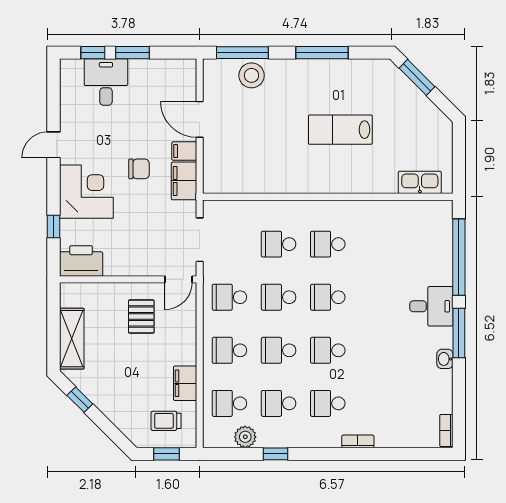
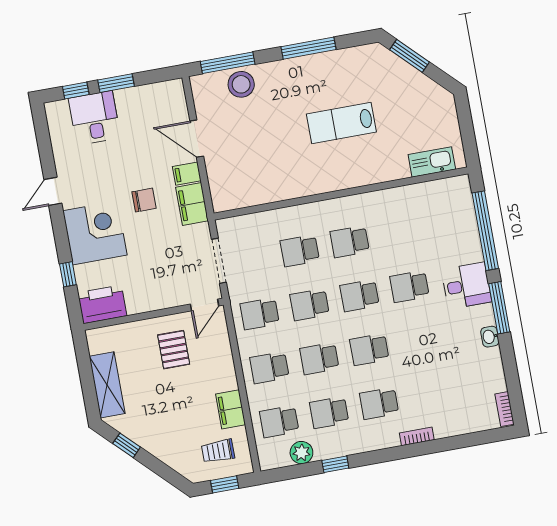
school desk: (377, 297) -> (409, 286), added

